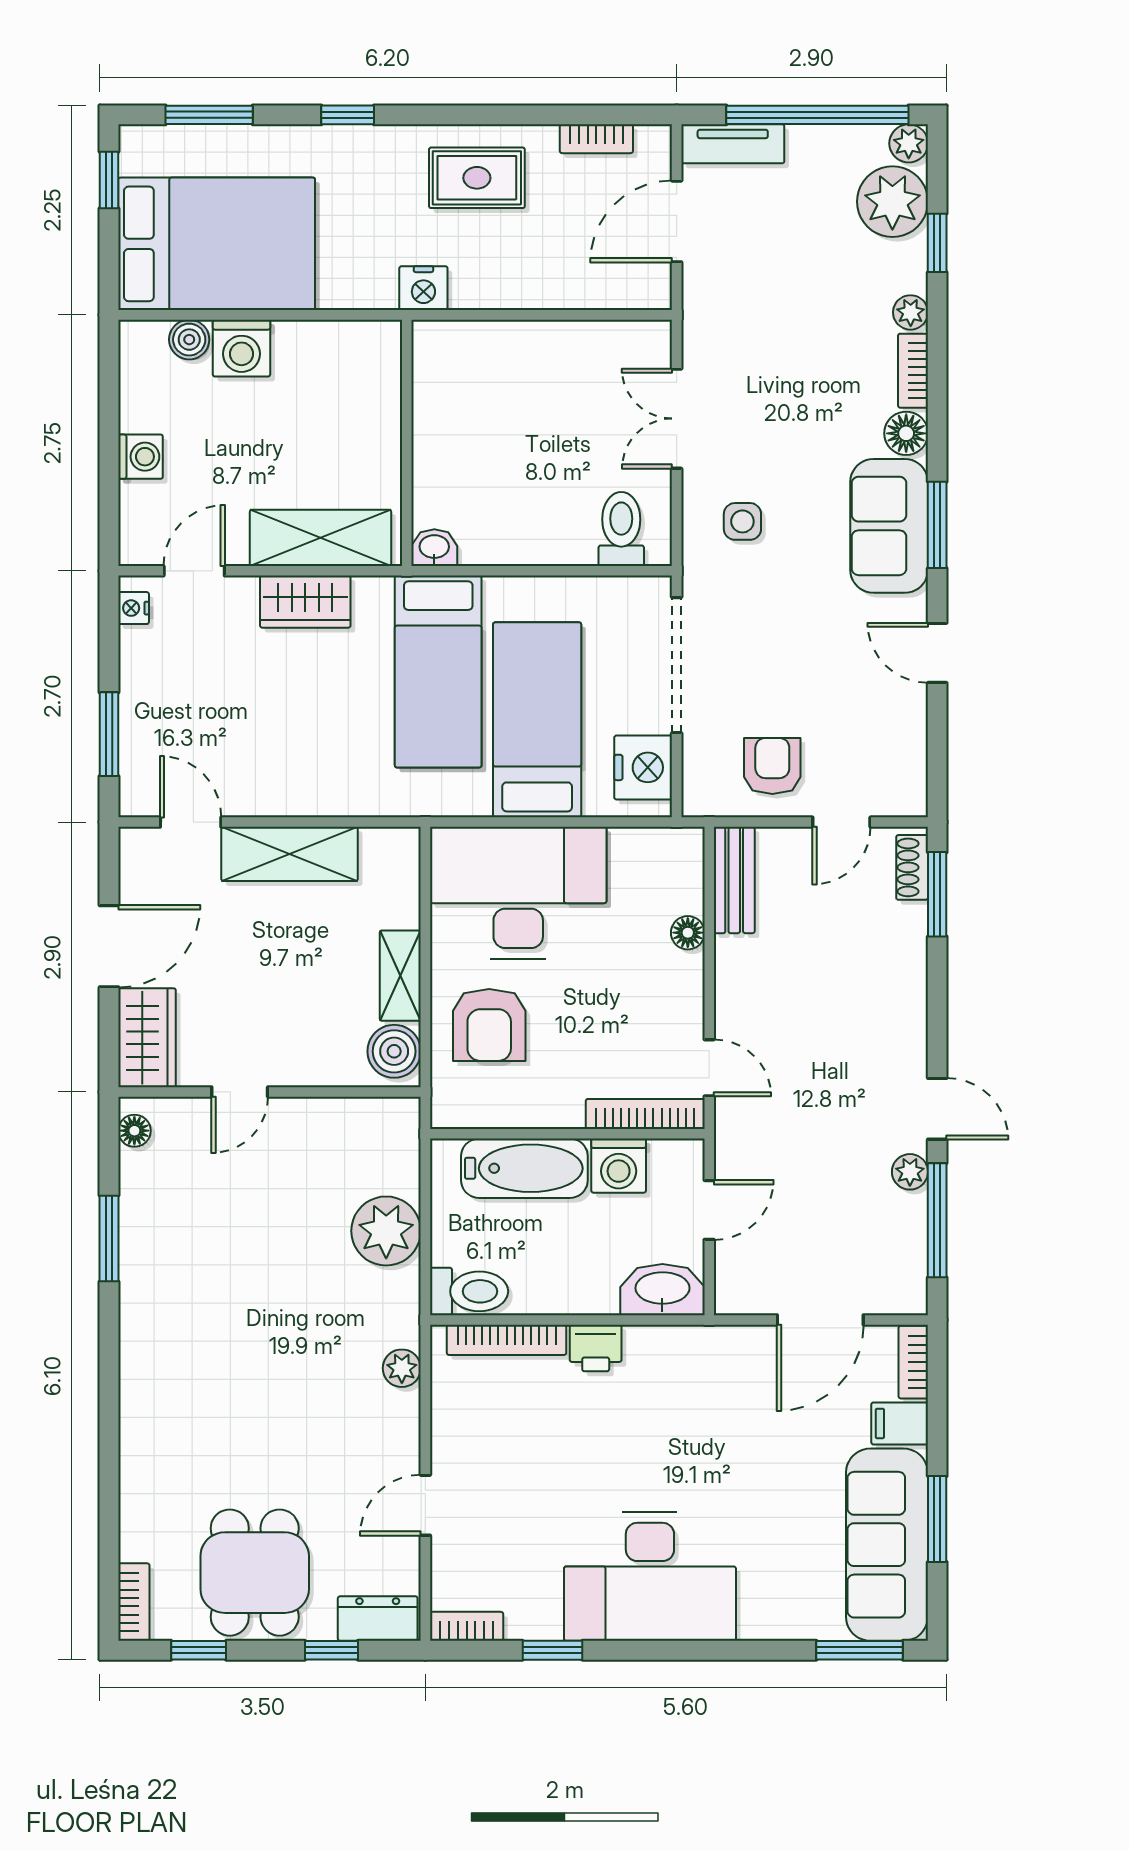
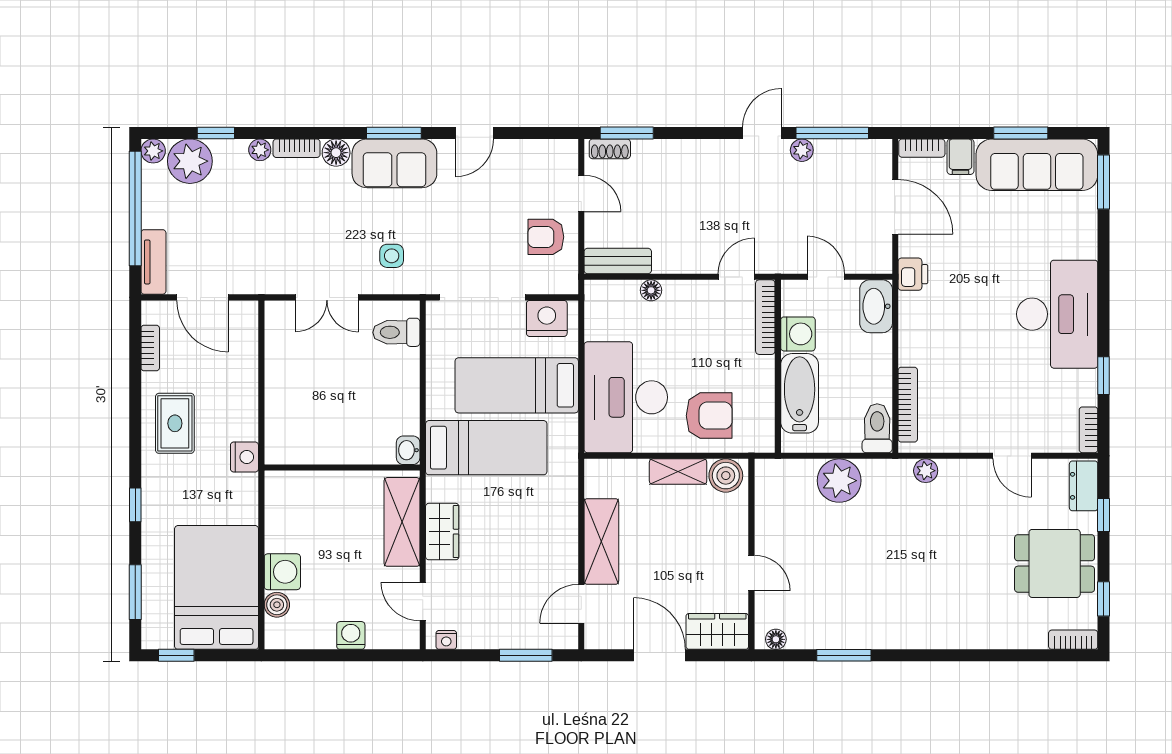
printer: (596, 1348) -> (913, 274), moved

